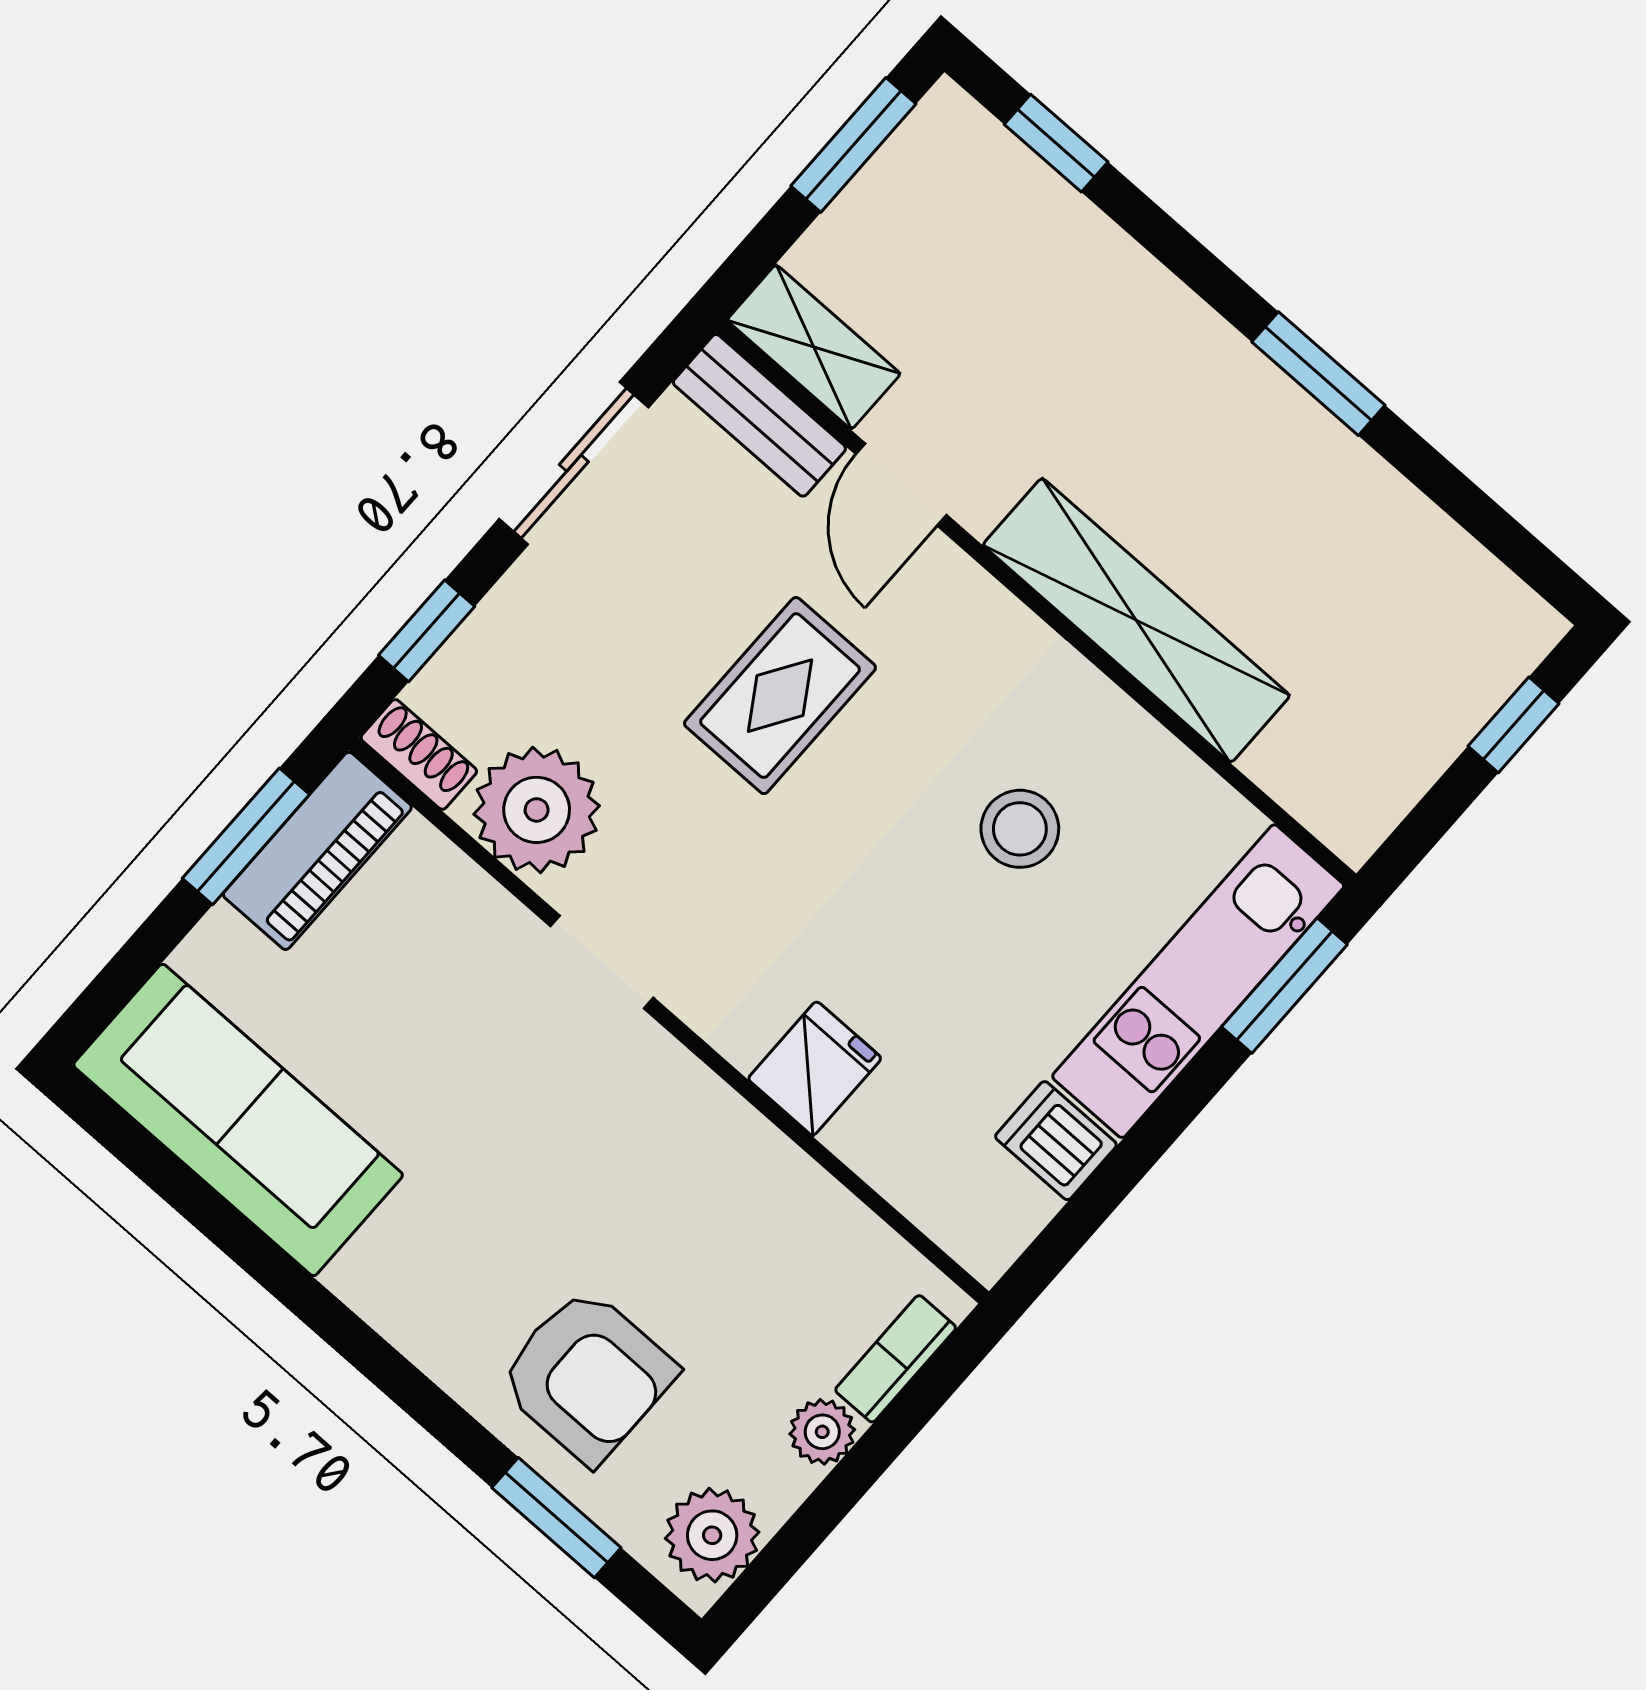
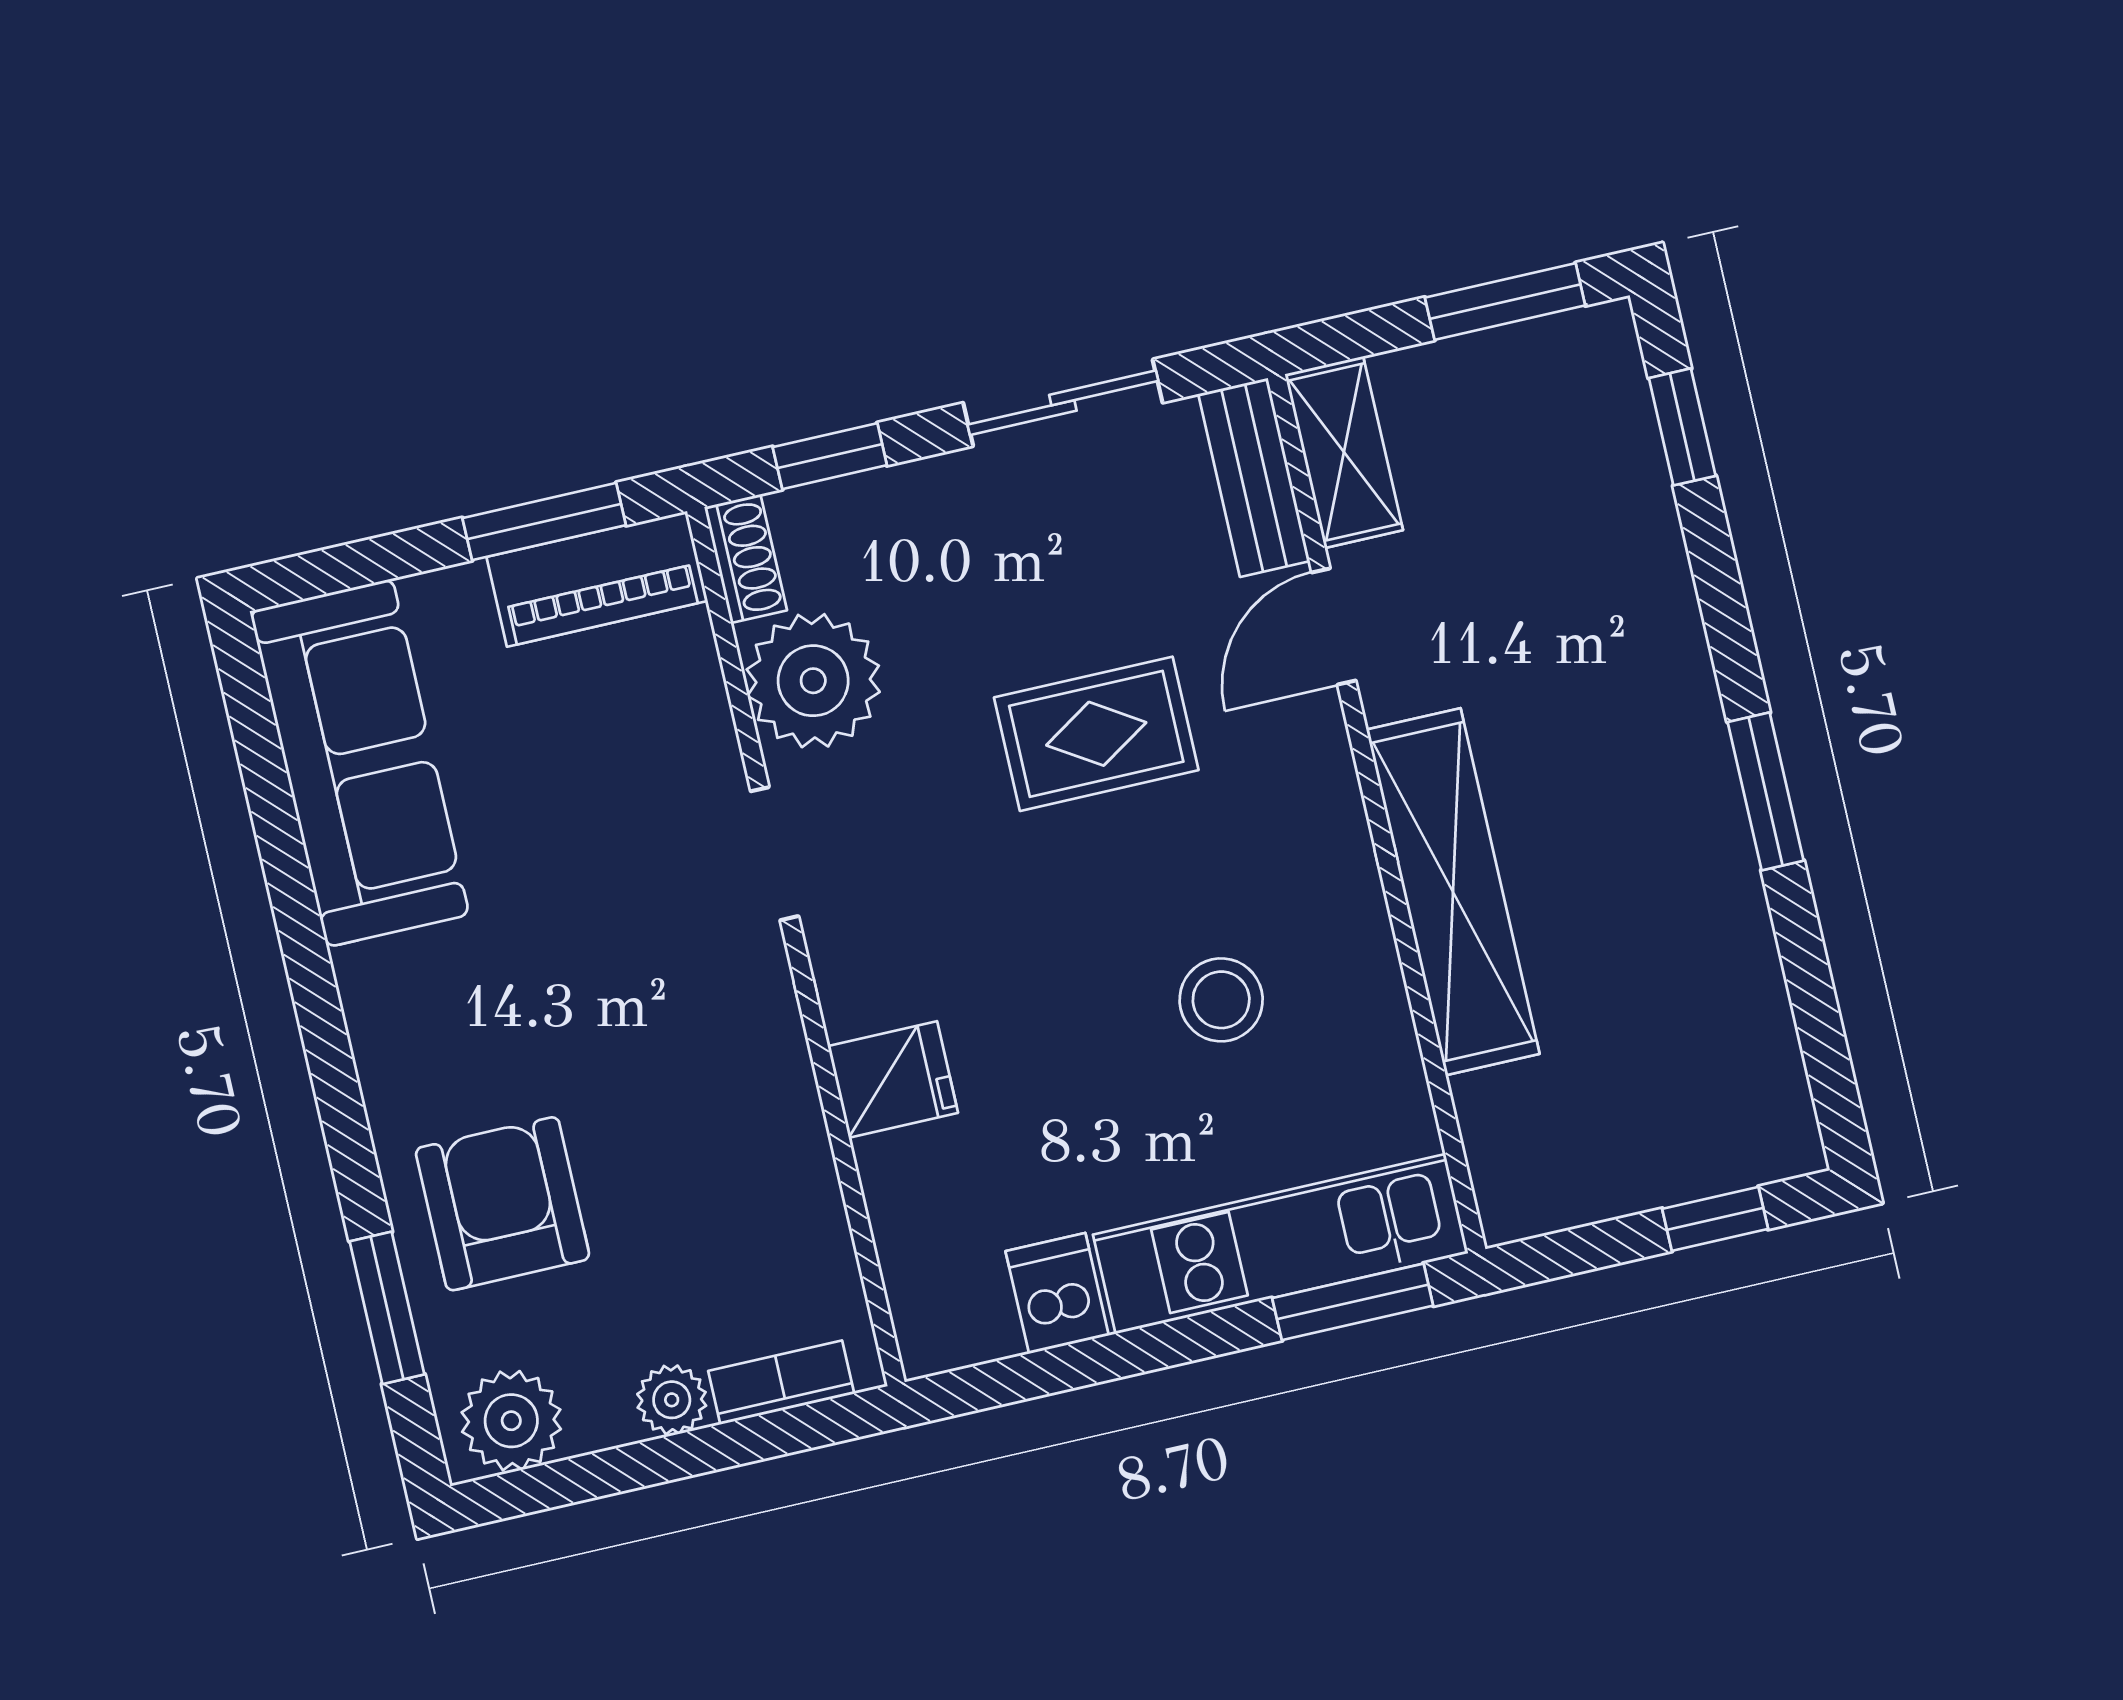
armchair: (587, 1376) -> (503, 1204), turned 180

